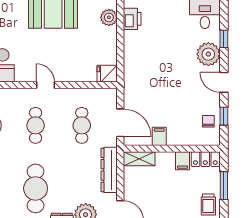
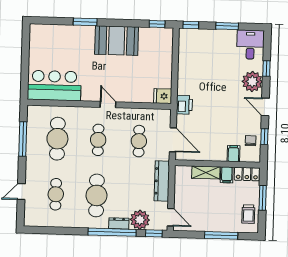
plant: (109, 17) -> (166, 47), removed
printer: (132, 19) -> (184, 105), moved
filing cabinet: (159, 136) -> (233, 154), moved
shelving: (139, 159) -> (206, 172), moved

